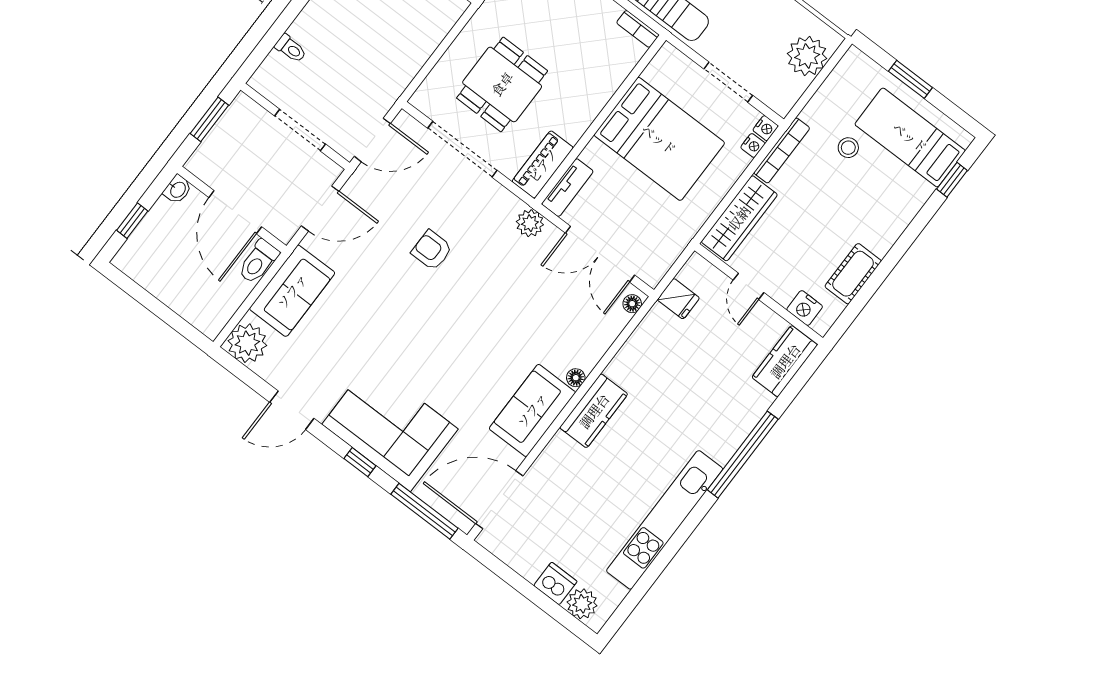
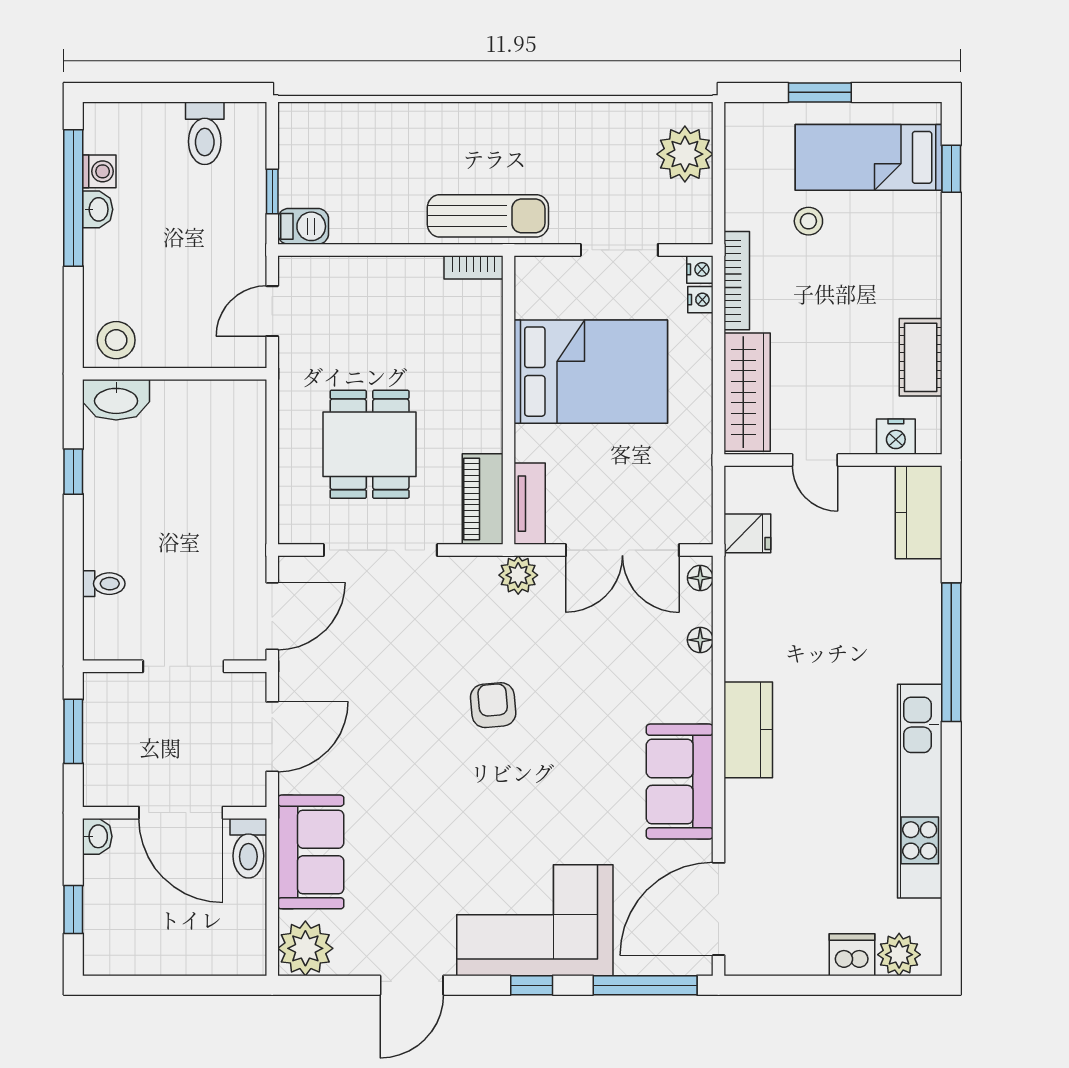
armchair: (432, 250) -> (493, 705), moved, turned 85
floor lamp: (576, 378) -> (700, 640), moved

